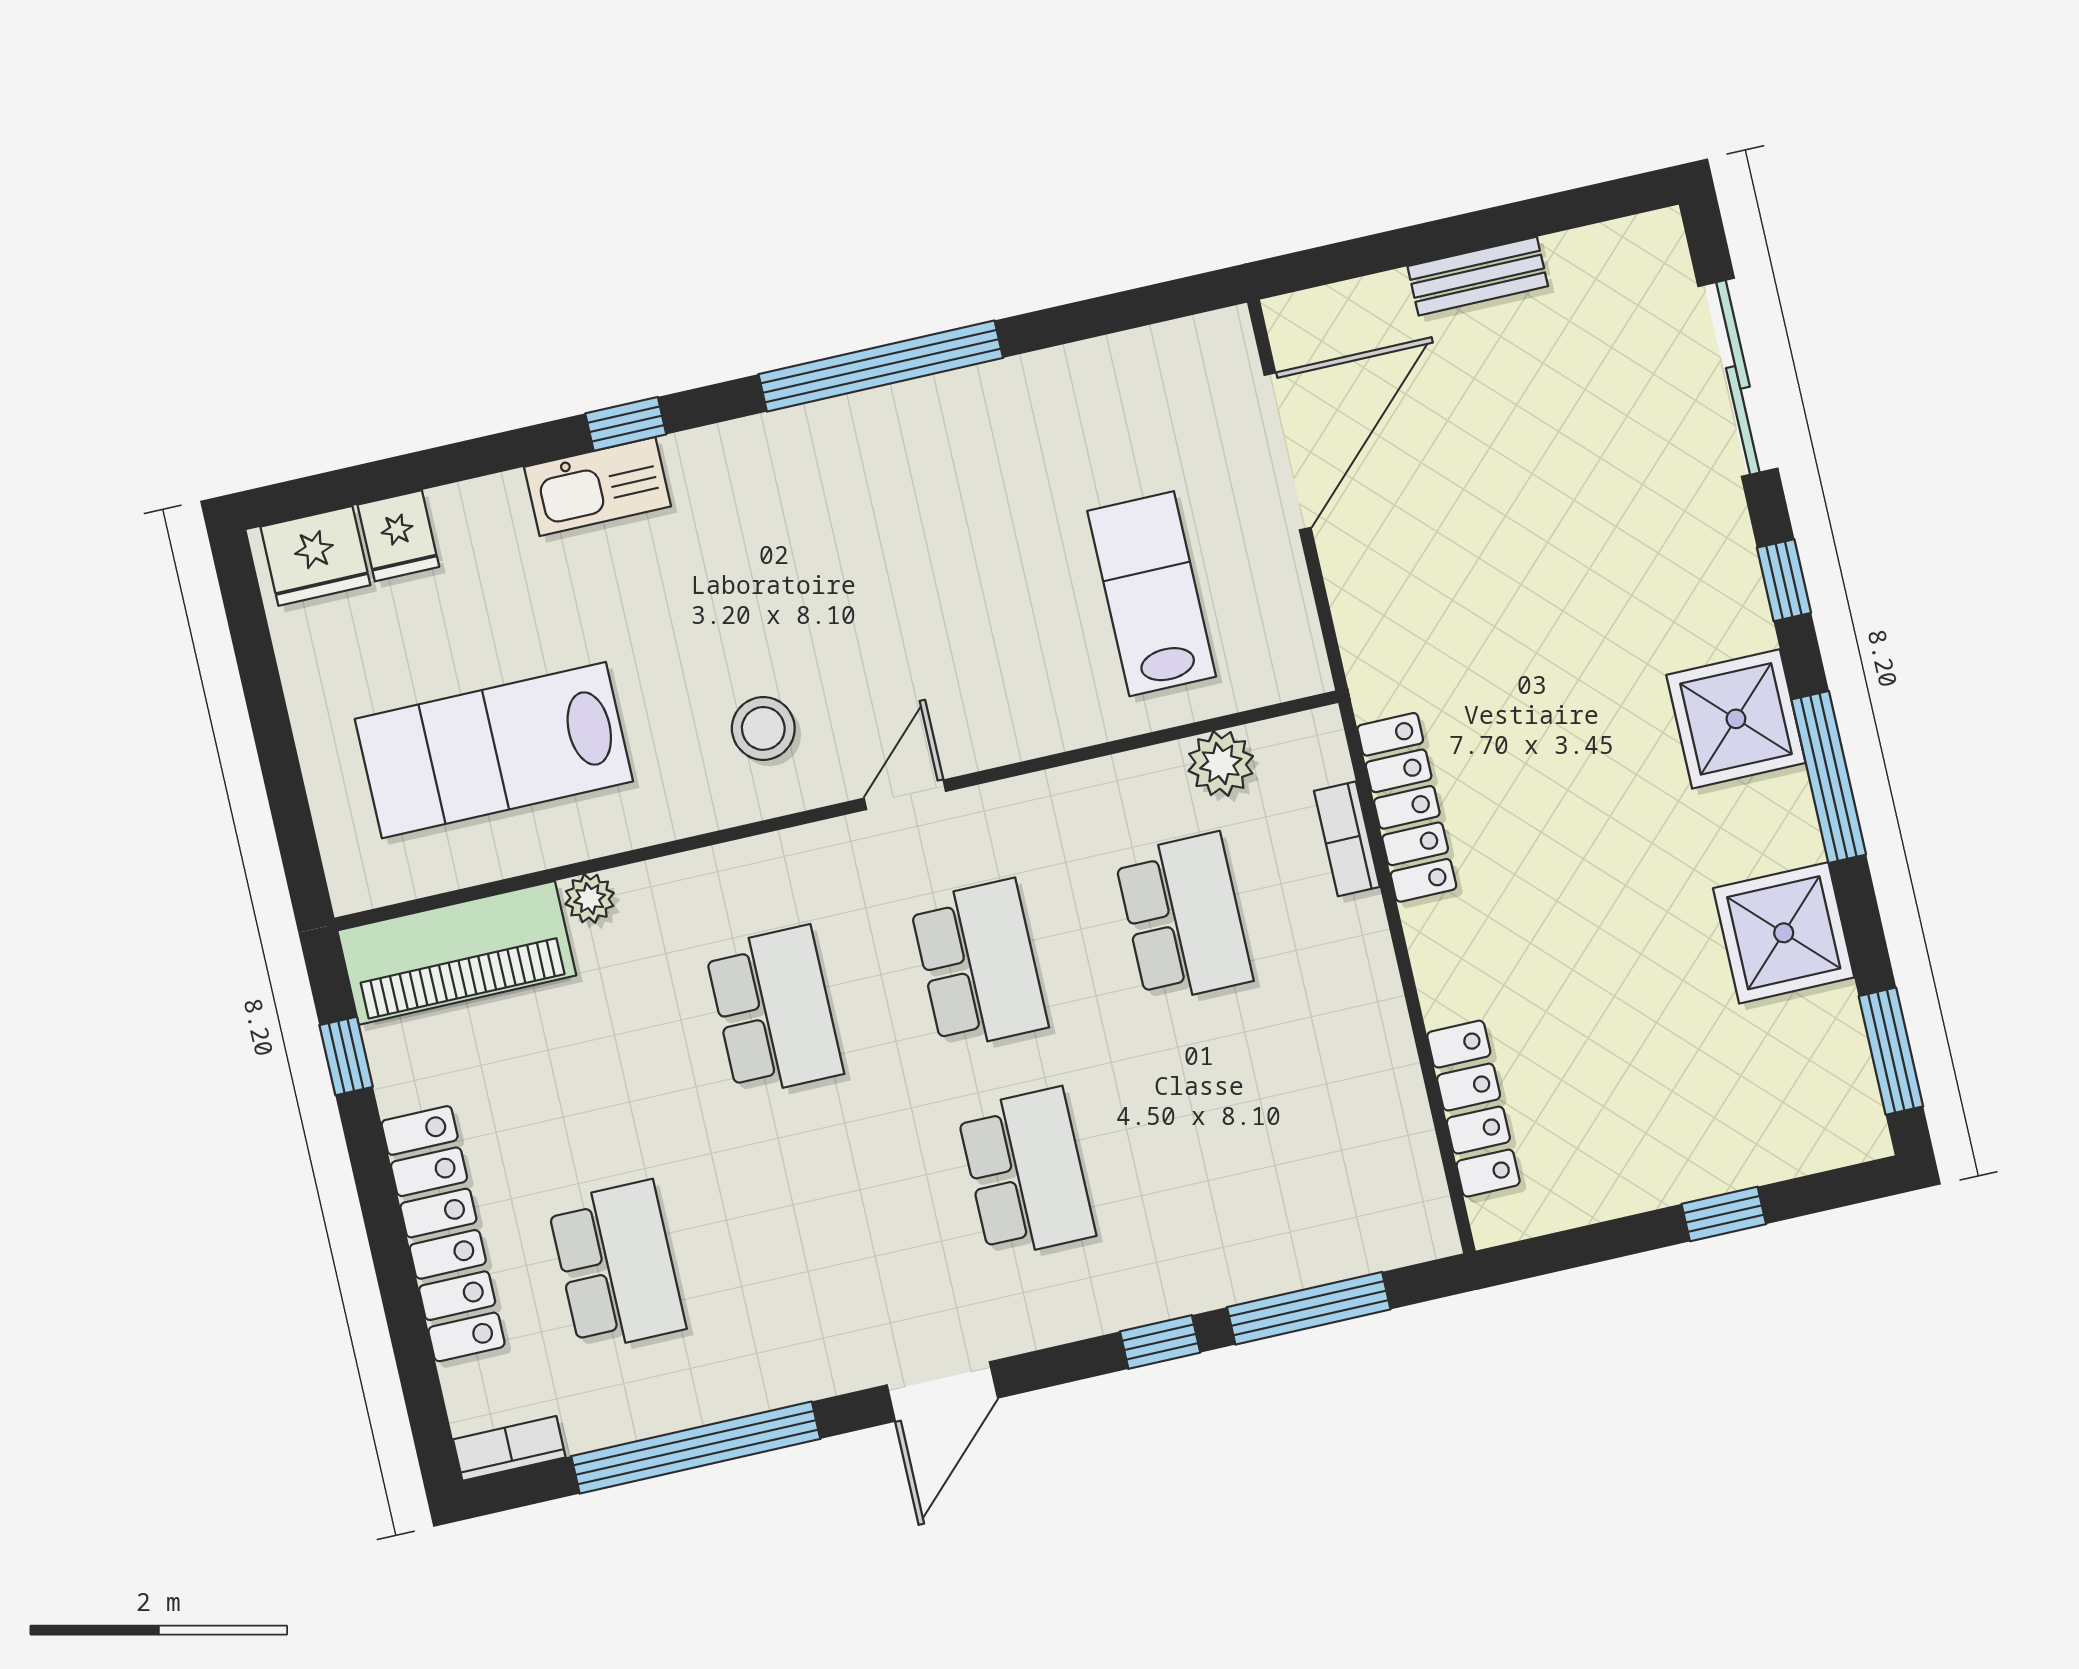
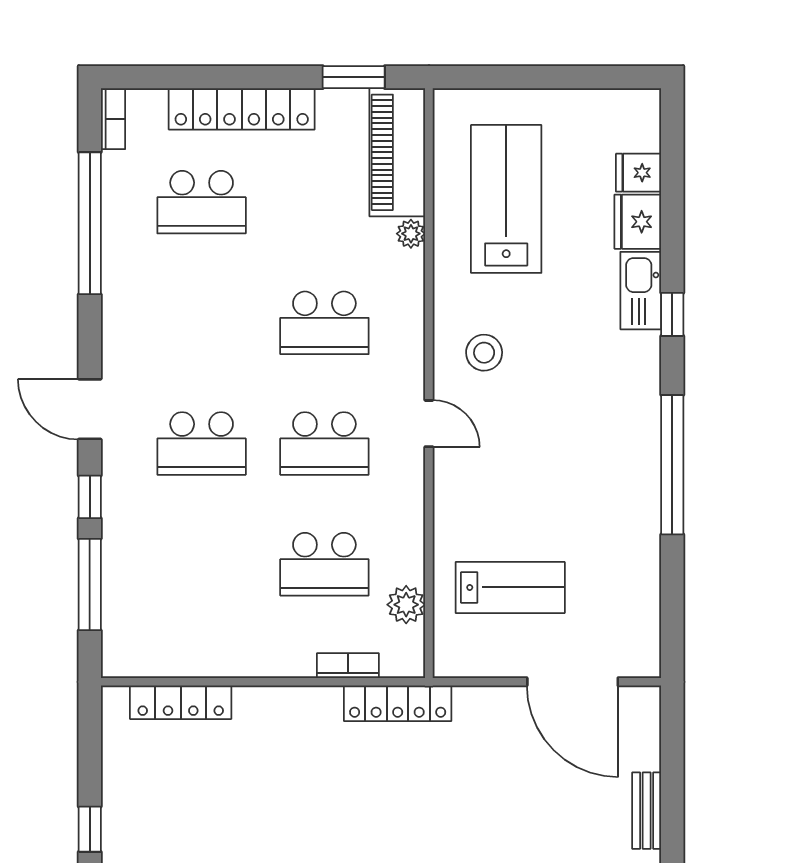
fridge: (315, 556) -> (638, 222), moved
locker: (1407, 807) -> (398, 703), moved
window: (346, 1056) -> (354, 77), width x1.50
door: (942, 1391) -> (90, 409), moved

